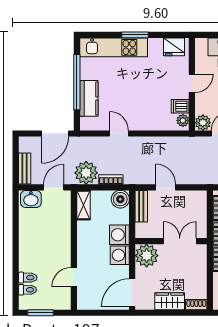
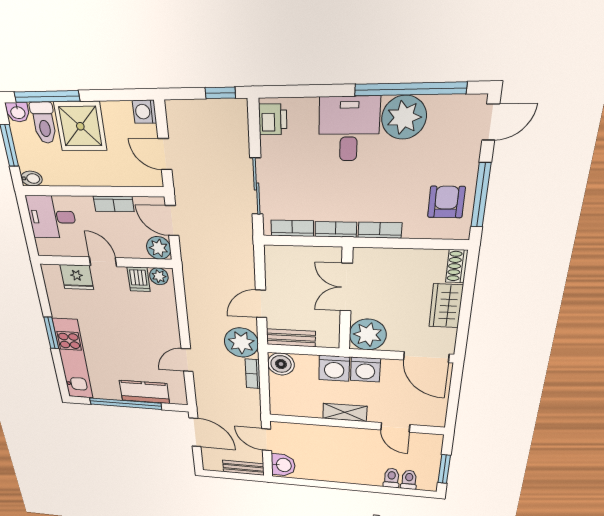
fridge: (174, 47) -> (77, 277), moved, turned 90
plant: (86, 173) -> (241, 343), moved
shelving: (84, 205) -> (345, 412), moved

